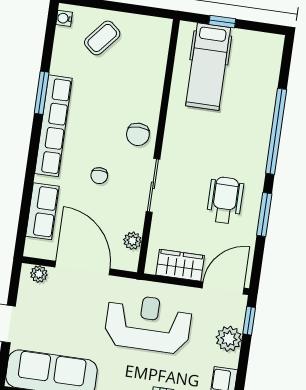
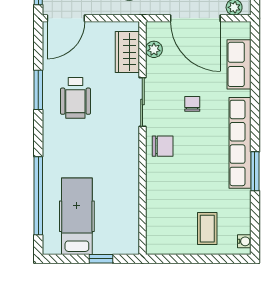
coffee table: (102, 38) -> (207, 229), turned -40
hospital bed: (208, 67) -> (77, 216), moved
window: (276, 131) -> (38, 196), moved
chair: (138, 134) -> (163, 146), turned 90
wardrobe: (180, 265) -> (127, 52), moved, turned 90

